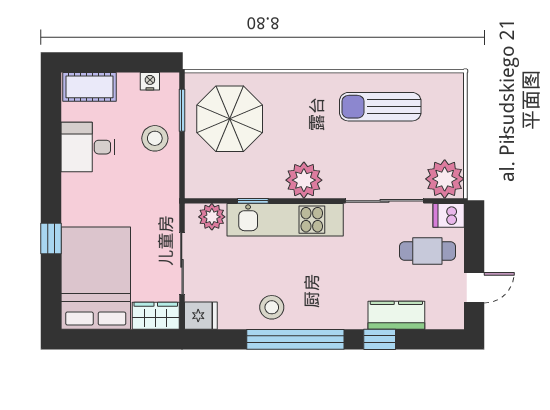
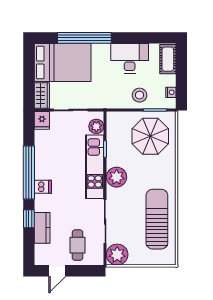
sun lounger: (380, 107) -> (157, 219), width x1.36, depth x1.34
desk: (88, 147) -> (130, 58), width x1.37
dishwasher: (449, 215) -> (43, 187), moved, turned 90
window: (51, 238) -> (84, 38), width x3.17
door: (474, 288) -> (57, 271), hinge flipped
stool: (272, 307) -> (46, 159), removed

